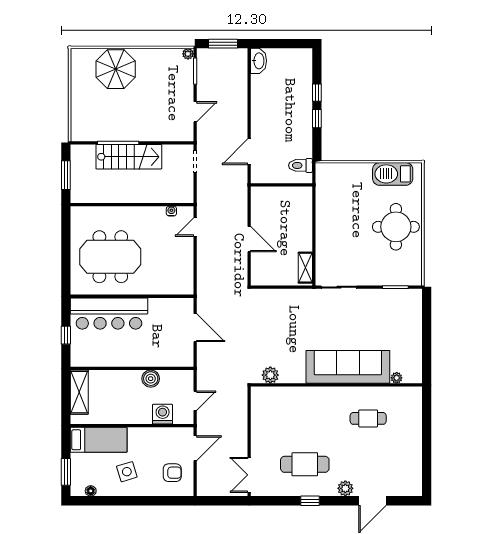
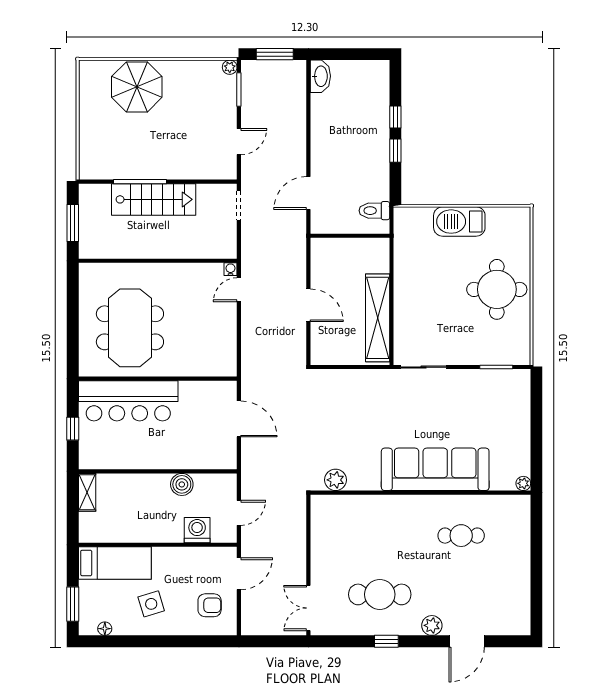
barbecue: (393, 174) -> (459, 222), moved
water cooler: (171, 211) -> (230, 269), moved
meeting table: (110, 257) -> (130, 328), turned 90
shelving: (305, 268) -> (378, 318), width x2.20, depth x1.33
plant: (397, 378) -> (523, 483), moved
shelving: (79, 392) -> (87, 492), width x0.67, depth x0.75

